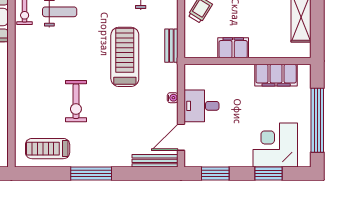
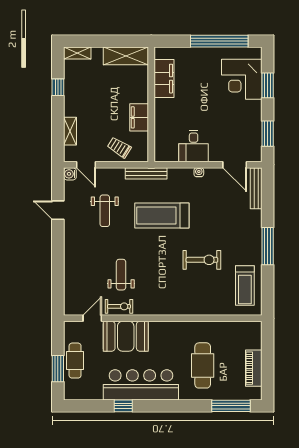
bench: (171, 46) -> (146, 173), width x1.36
filing cabinet: (233, 48) -> (139, 117), moved
wall: (248, 61) -> (151, 104), moved
filing cabinet: (276, 75) -> (164, 79), moved
desk: (201, 106) -> (194, 146), moved

